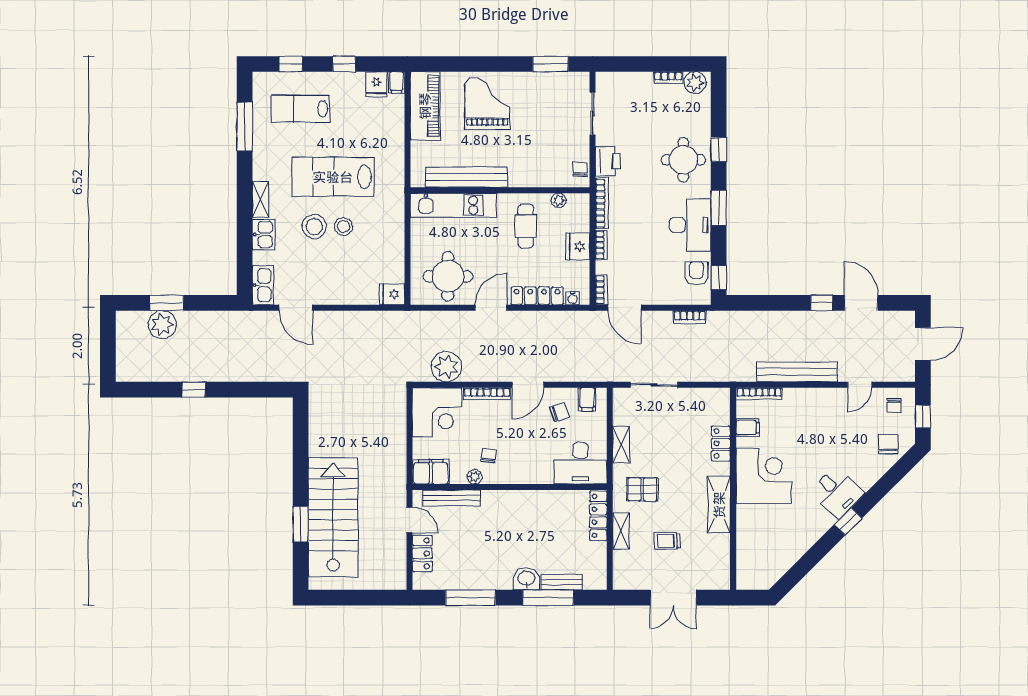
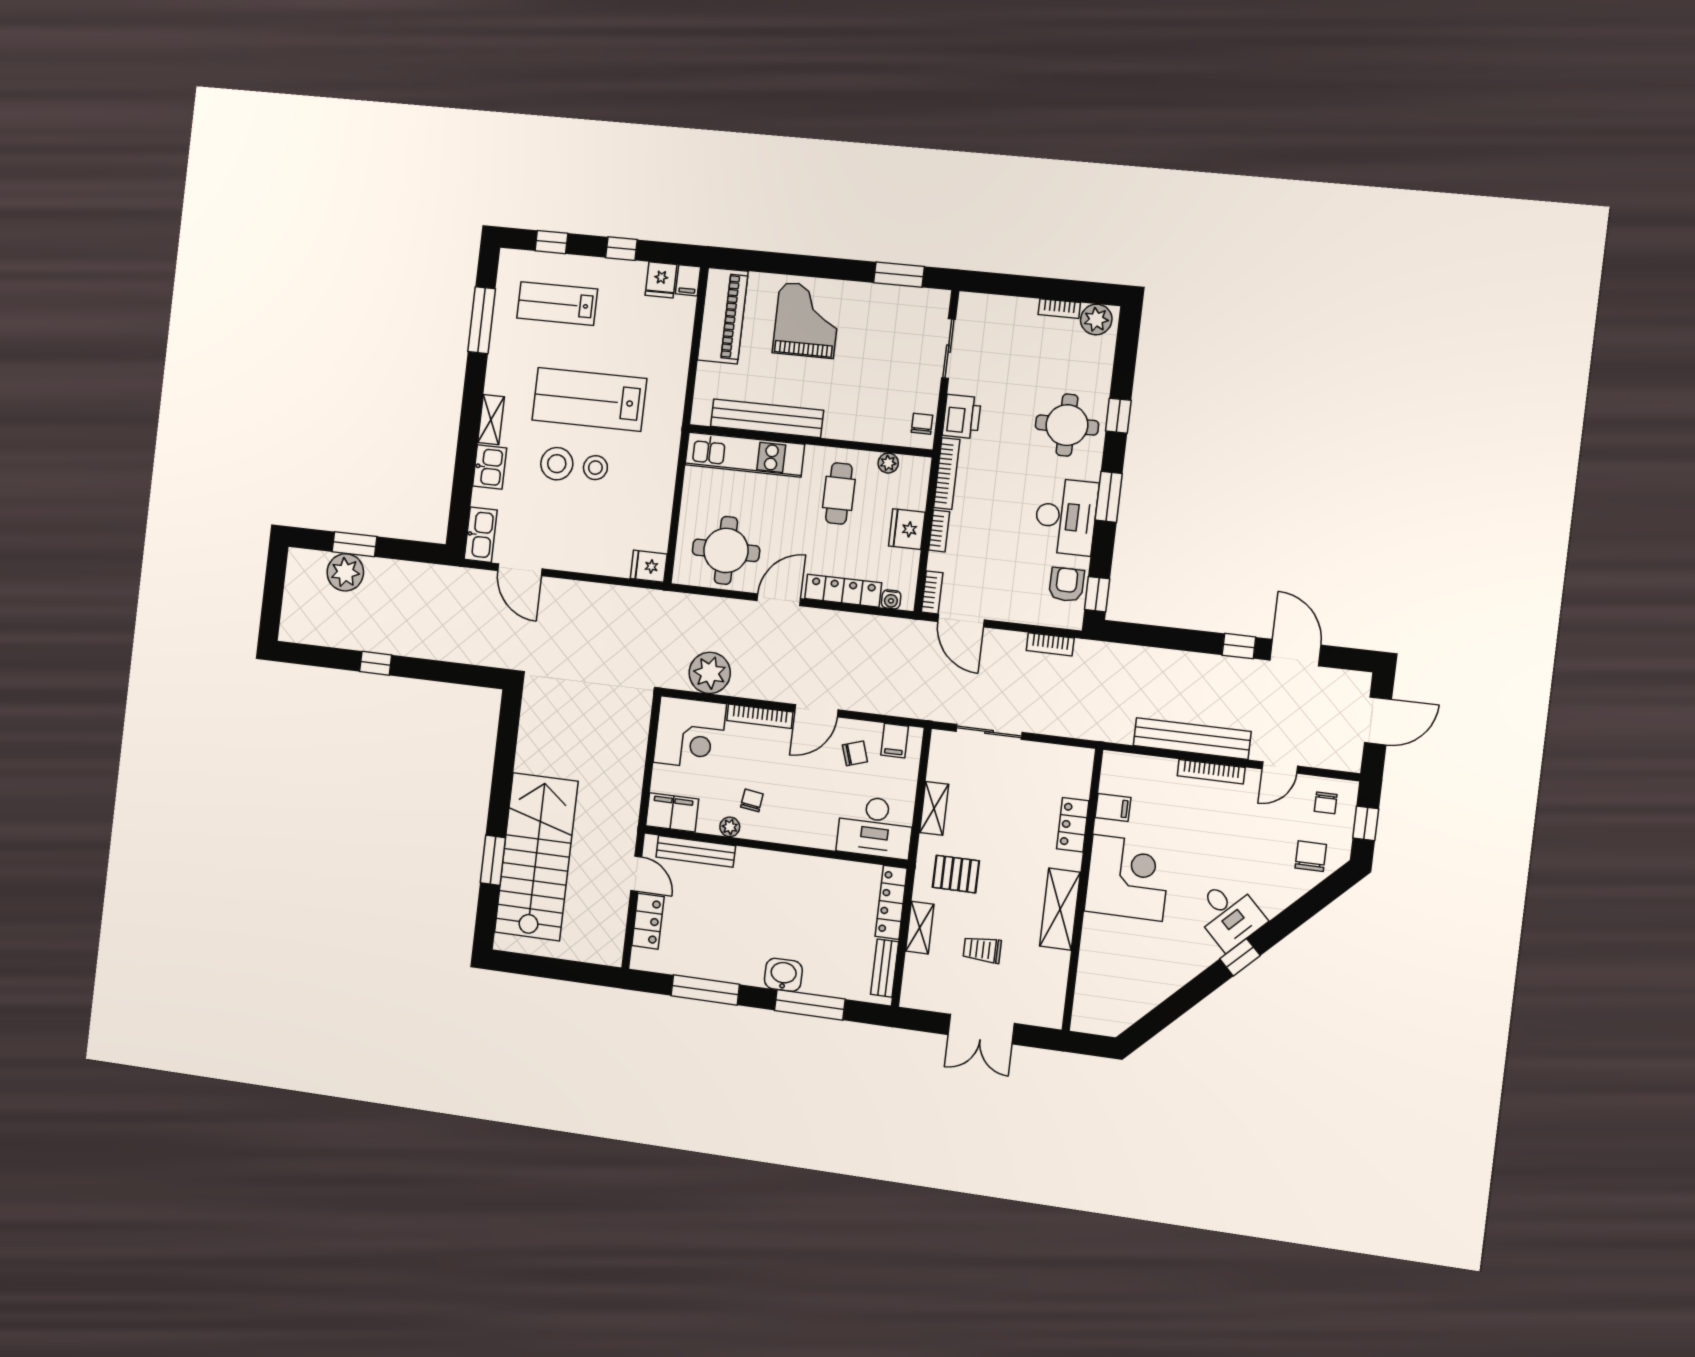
bookcase: (759, 394) -> (1211, 772), moved
bench: (562, 582) -> (885, 968), moved, turned 90

